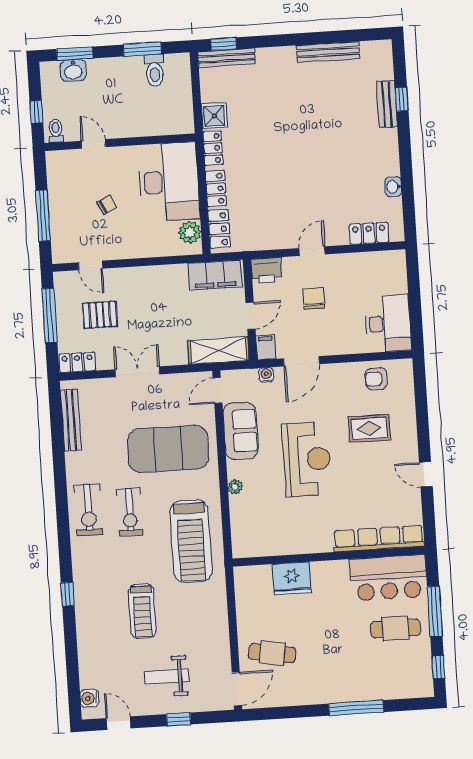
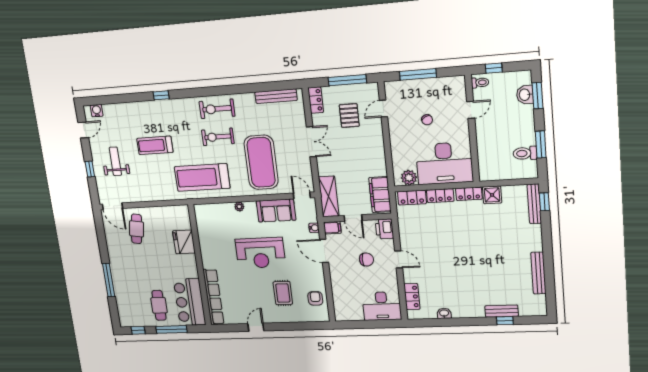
desk: (388, 324) -> (382, 306), moved

